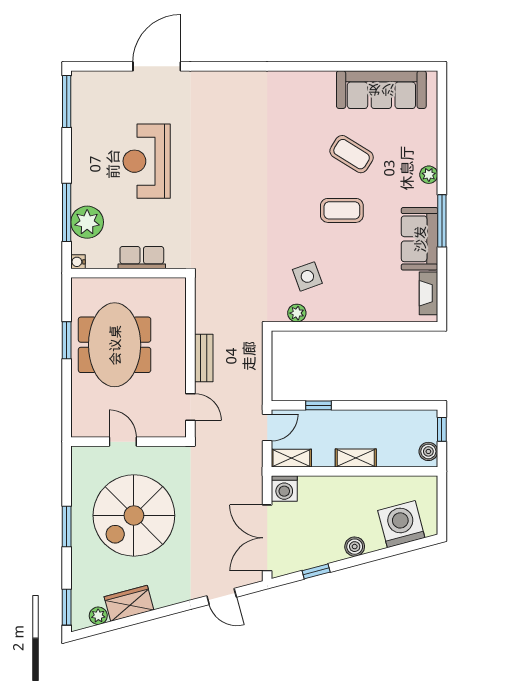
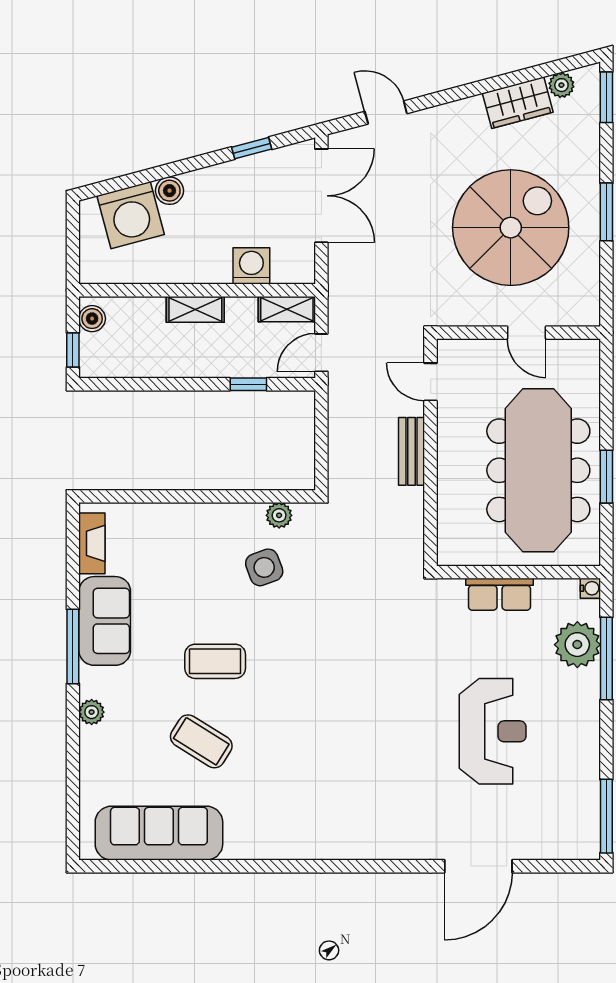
meeting table: (115, 345) -> (538, 470), width x1.36
washing machine: (284, 489) -> (251, 266), moved
boiler: (355, 547) -> (169, 191), moved

